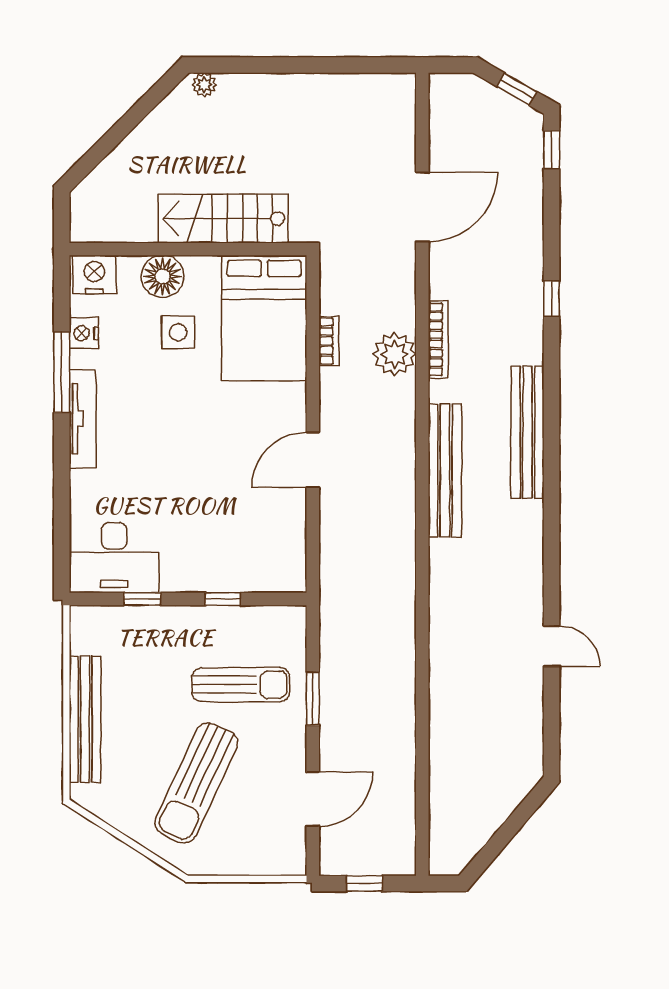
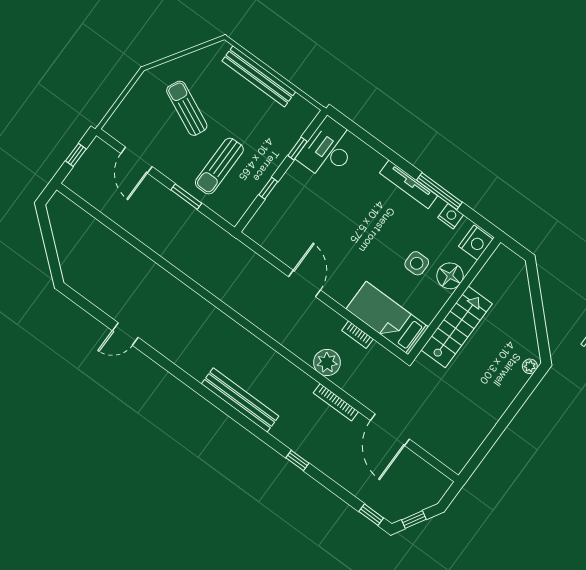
bed: (264, 318) -> (387, 318), width x0.67
bookcase: (438, 339) -> (336, 402), moved
bench: (445, 470) -> (251, 345), removed
sun lounger: (196, 783) -> (187, 108), width x0.73, depth x0.75

